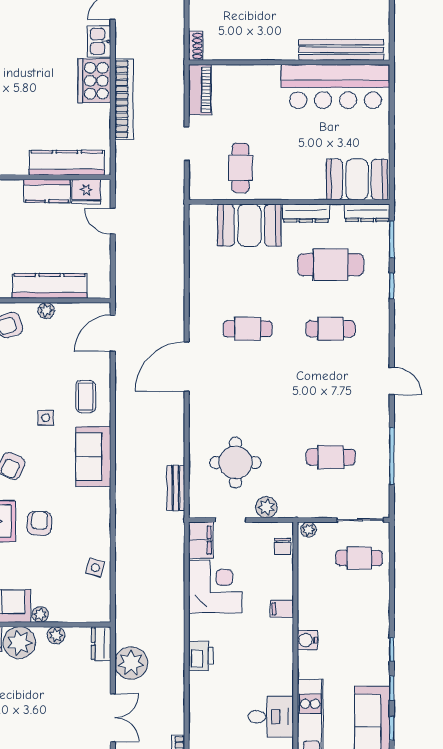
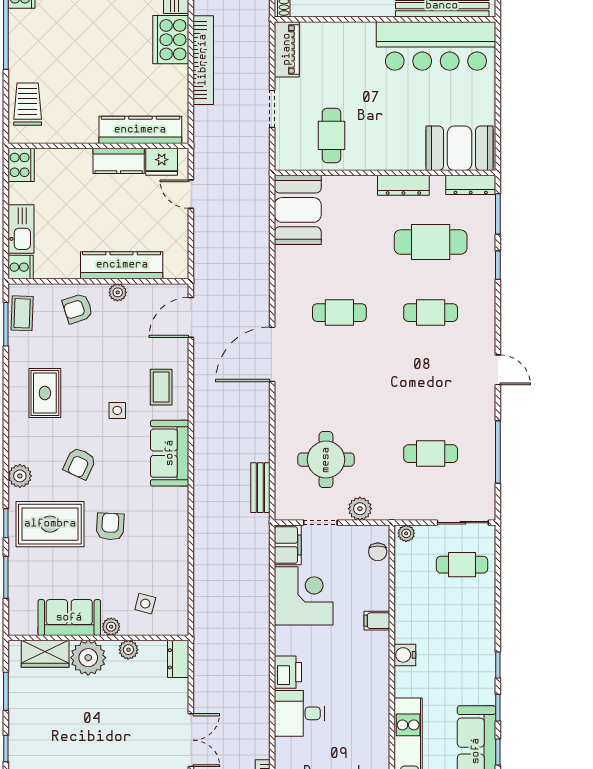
booth: (249, 225) -> (298, 210), moved, turned 90
side table: (95, 568) -> (145, 604), moved
plant: (131, 663) -> (211, 680), removed
desk: (271, 717) -> (299, 713), moved, turned 180

